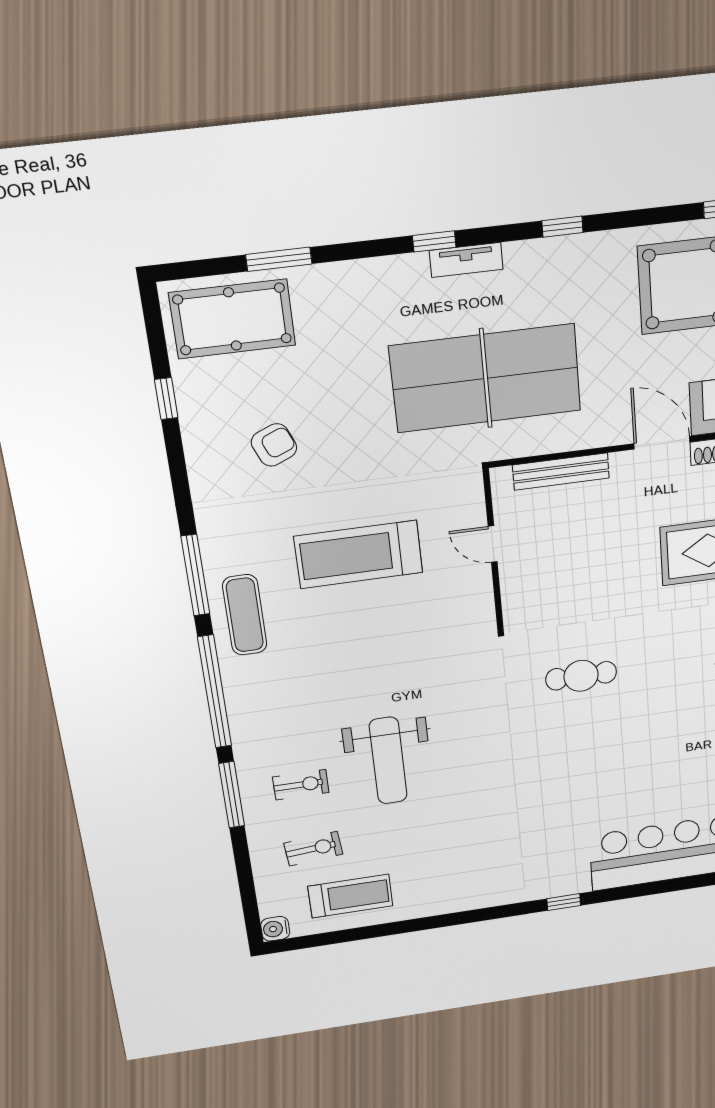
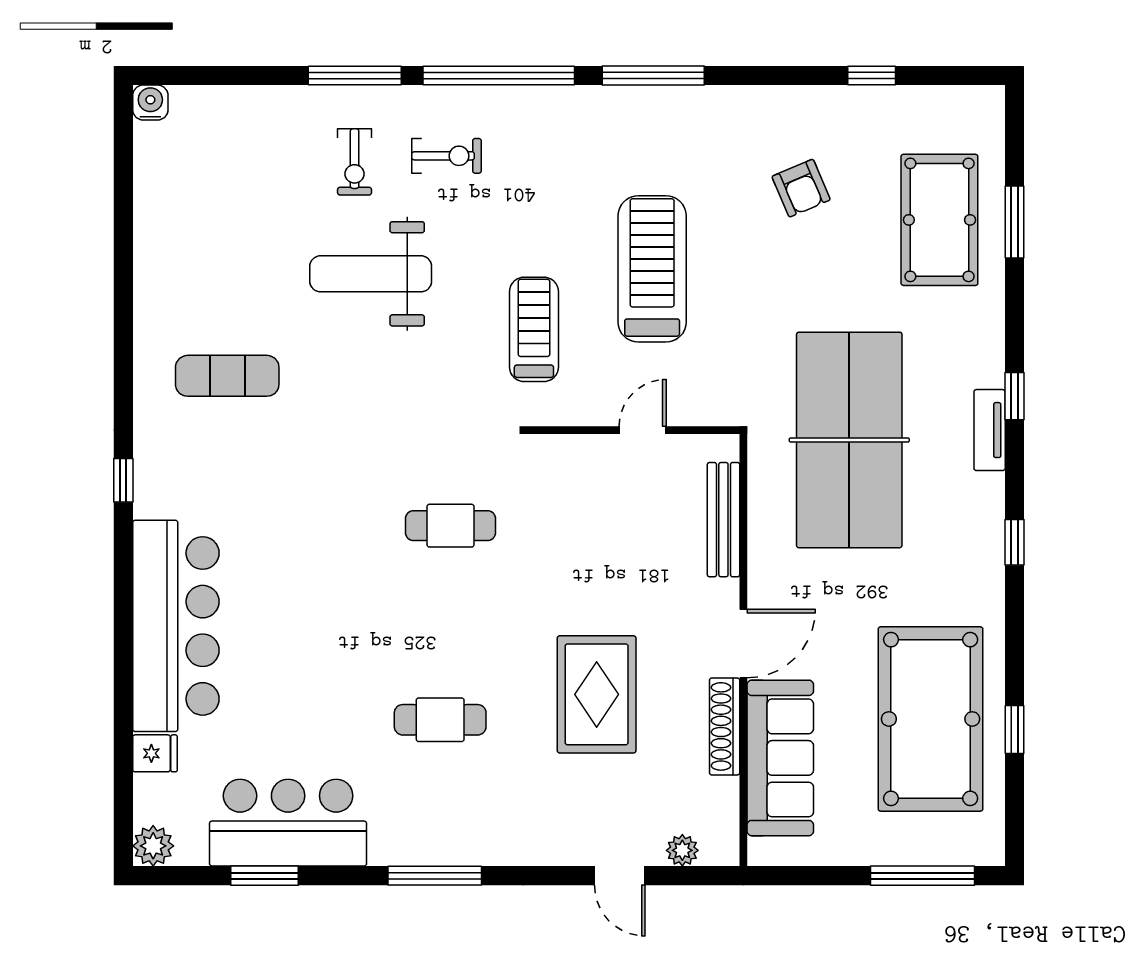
pool table: (232, 319) -> (939, 220), moved
exercise mat: (245, 615) -> (227, 376), moved
cafe table: (581, 676) -> (451, 526), turned 90
exercise bike: (313, 849) -> (447, 156), moved, turned -85
treadmill: (350, 896) -> (534, 329), moved, turned 180

